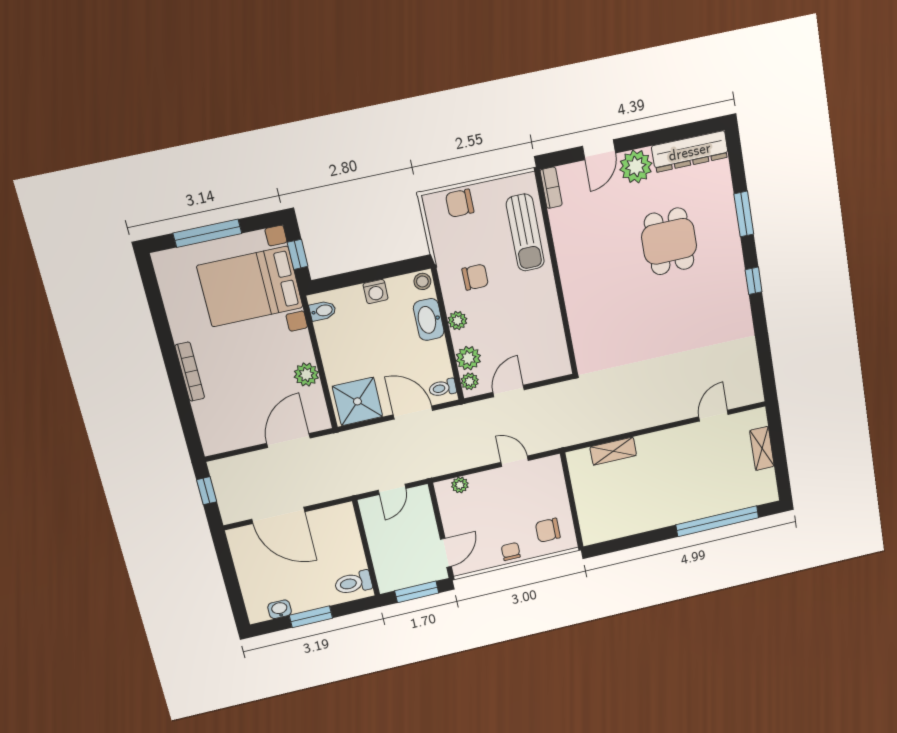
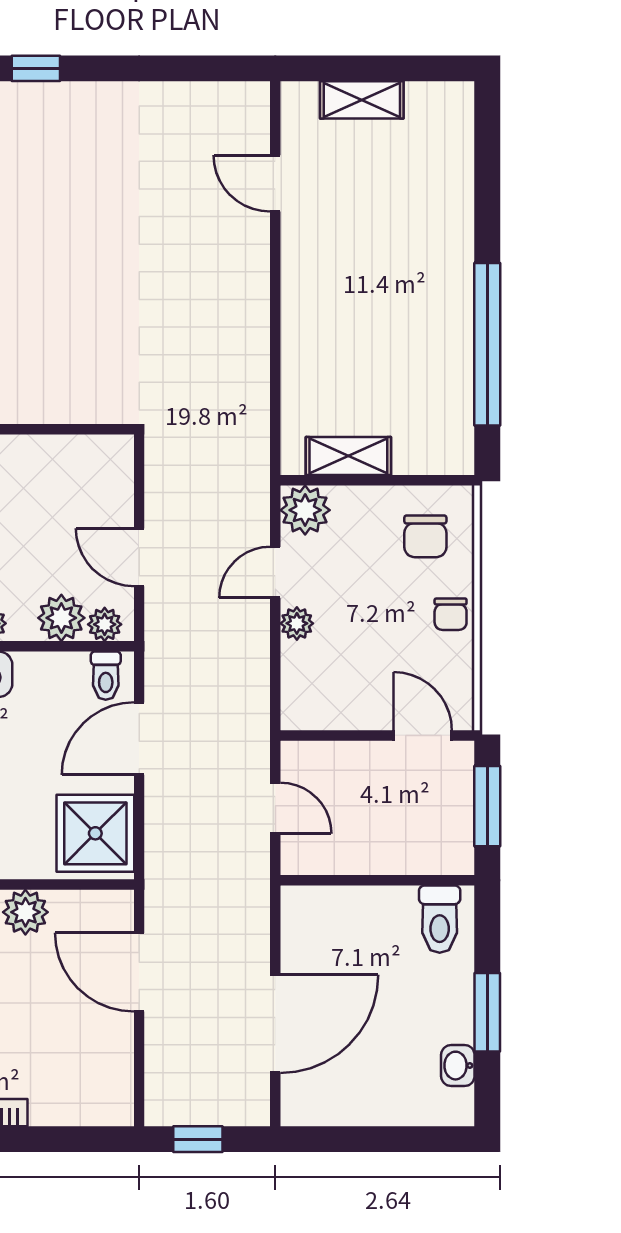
shelving: (613, 451) -> (348, 456), moved, turned 90
plant: (550, 469) -> (305, 510), added
plant: (460, 485) -> (297, 623), moved
window: (717, 521) -> (487, 344), moved
chair: (511, 552) -> (451, 614), turned -90

